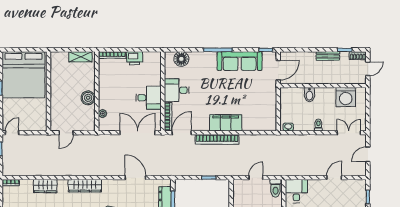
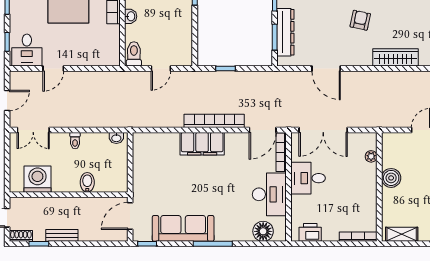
printer: (135, 58) -> (310, 232), moved
desk: (177, 90) -> (269, 194), width x1.37
desk: (296, 191) -> (27, 50), moved

